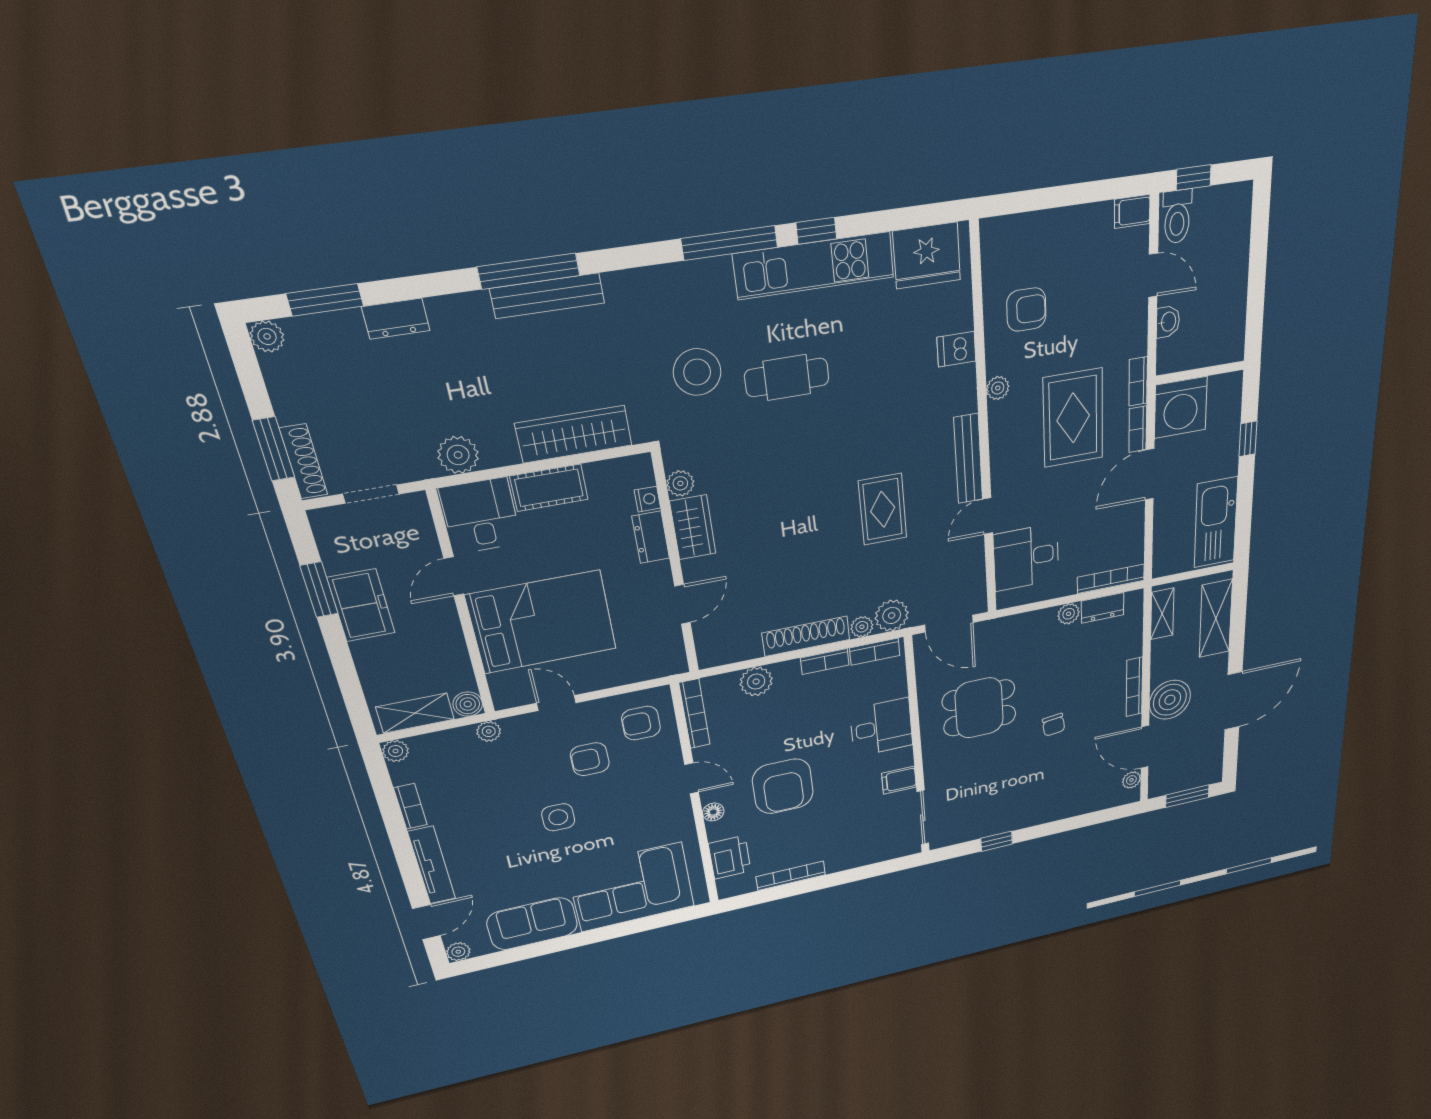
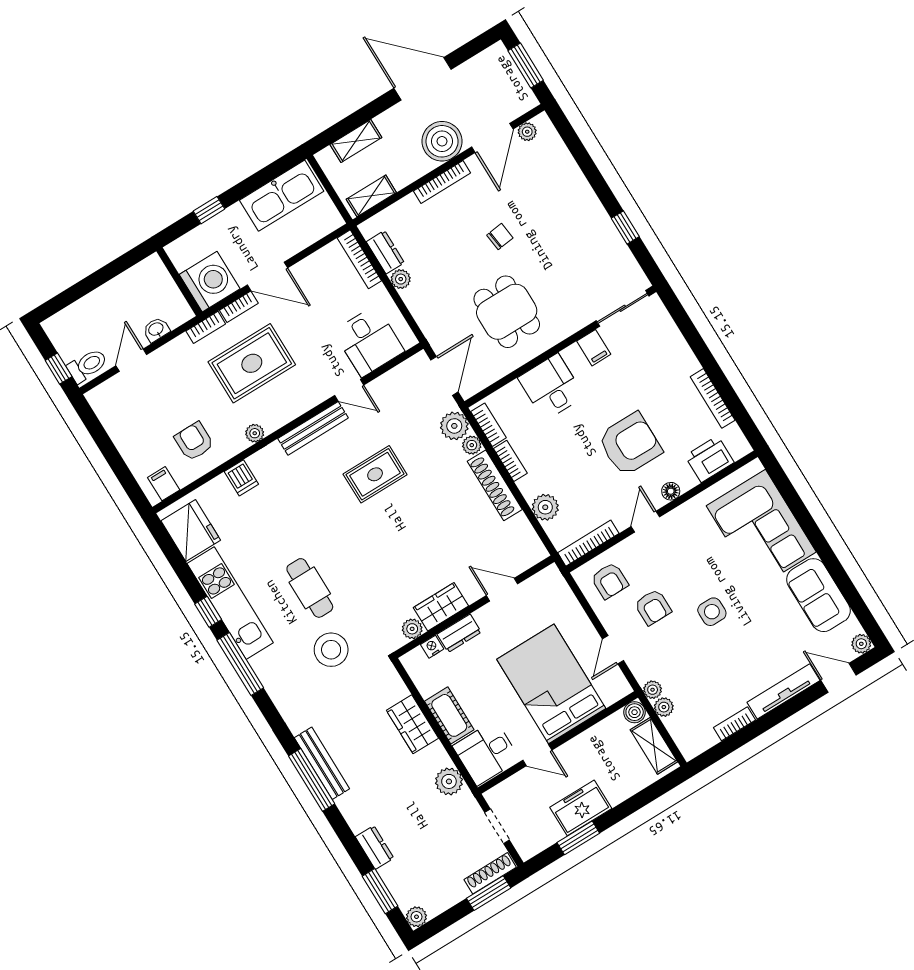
filing cabinet: (1132, 211) -> (164, 484), moved, turned 180
wardrobe: (574, 434) -> (412, 724), width x0.67
shelving: (1216, 619) -> (356, 141), width x0.67, depth x0.75
plant: (396, 751) -> (664, 707), moved

